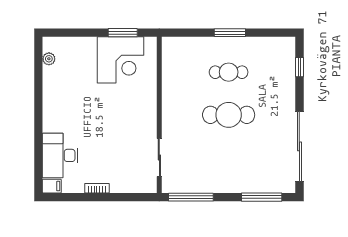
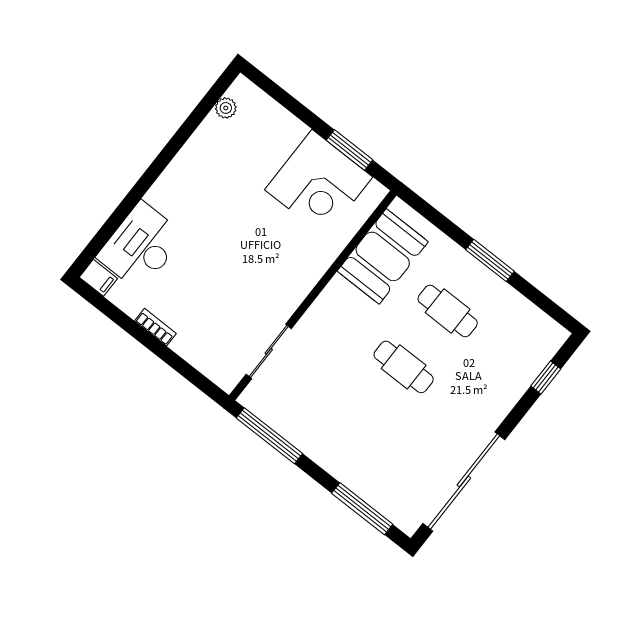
booth: (178, 71) -> (383, 256), added
cafe table: (229, 115) -> (404, 367), width x0.73, depth x0.74

